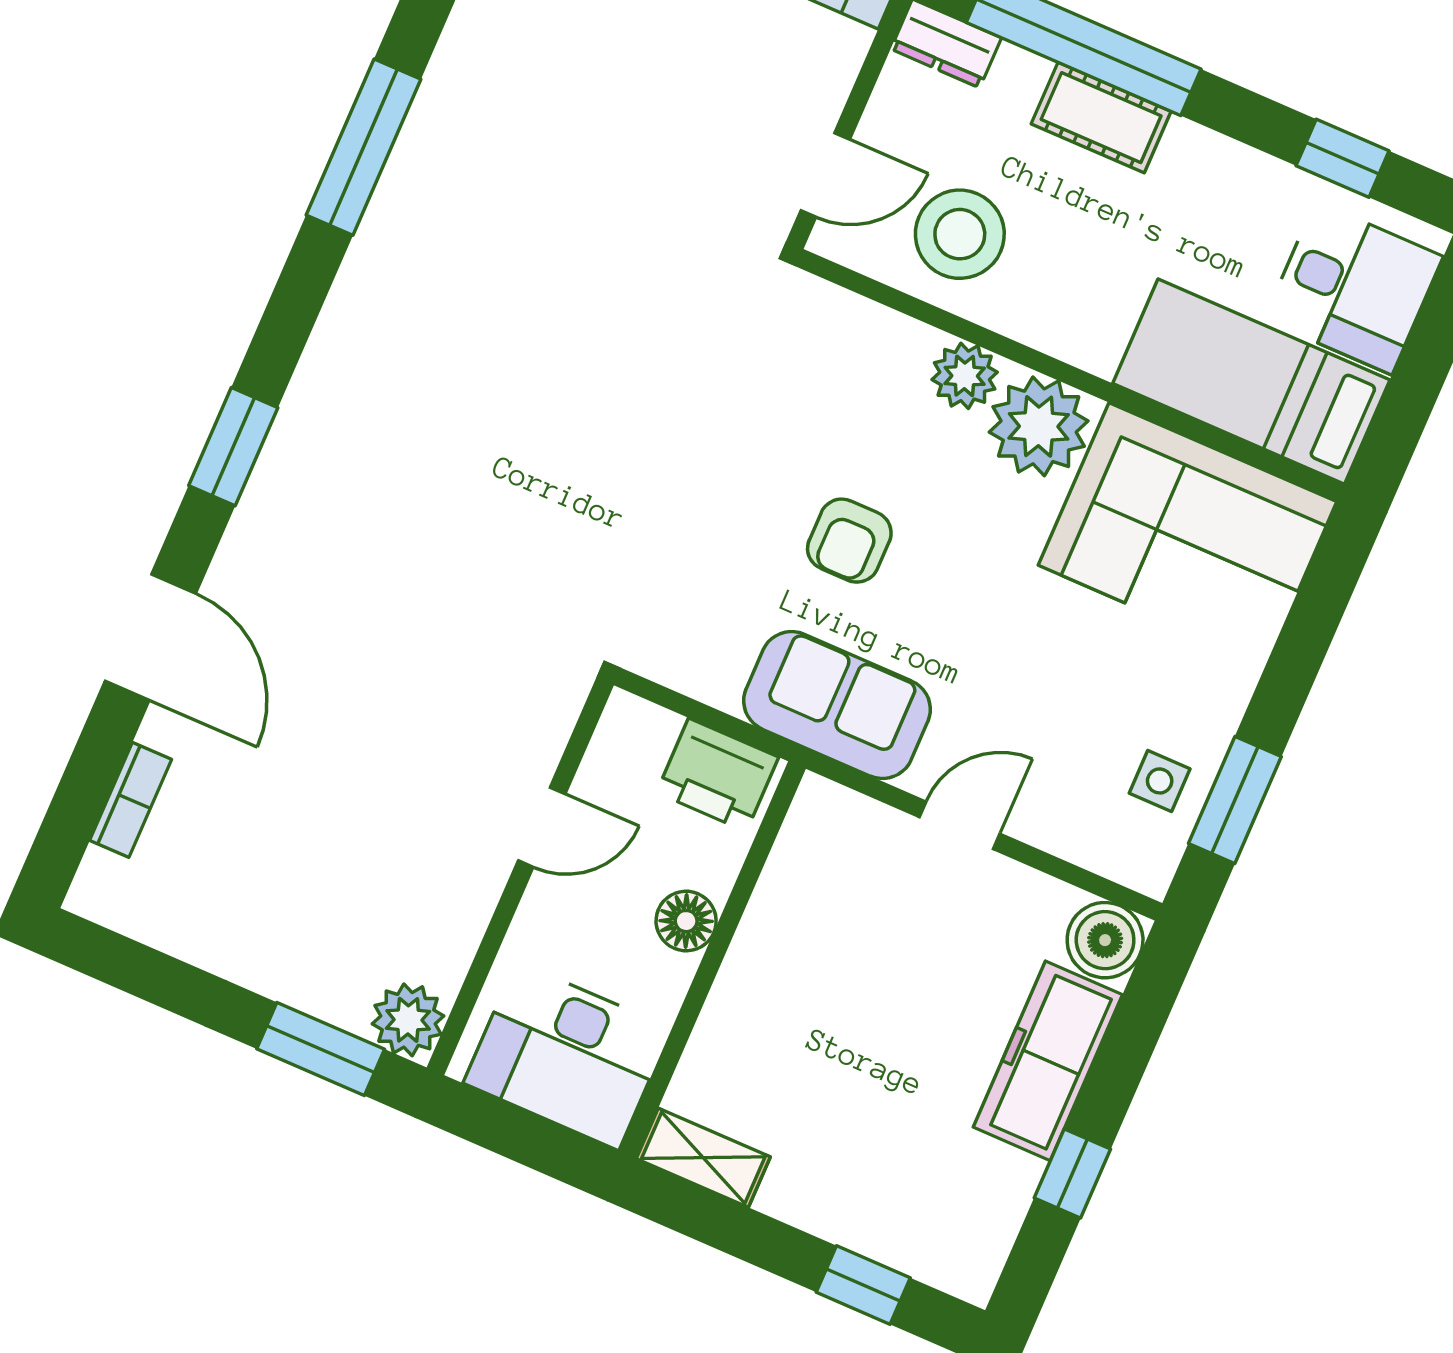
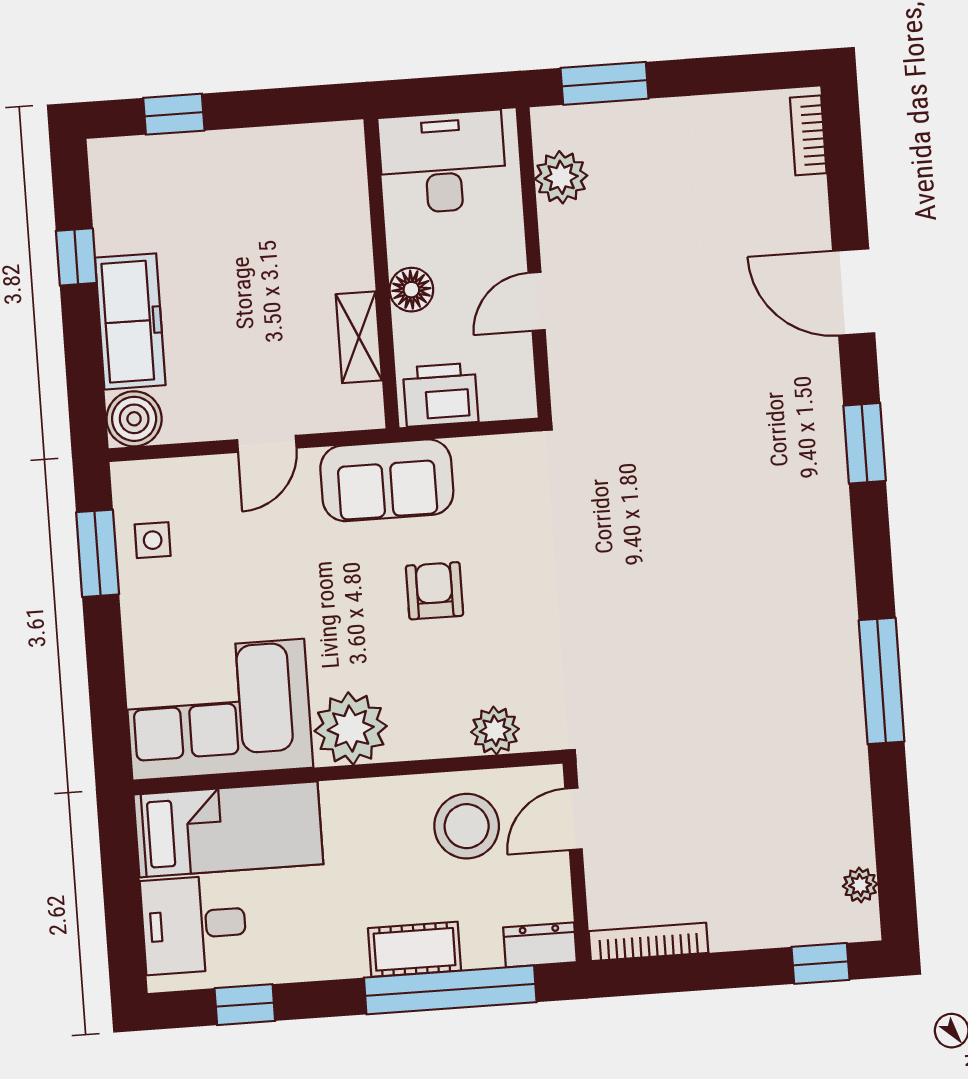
plant: (965, 376) -> (495, 731), moved
bookcase: (131, 800) -> (808, 135), moved
plant: (408, 1020) -> (561, 177), moved
shelving: (703, 1158) -> (359, 337), moved, turned 90

